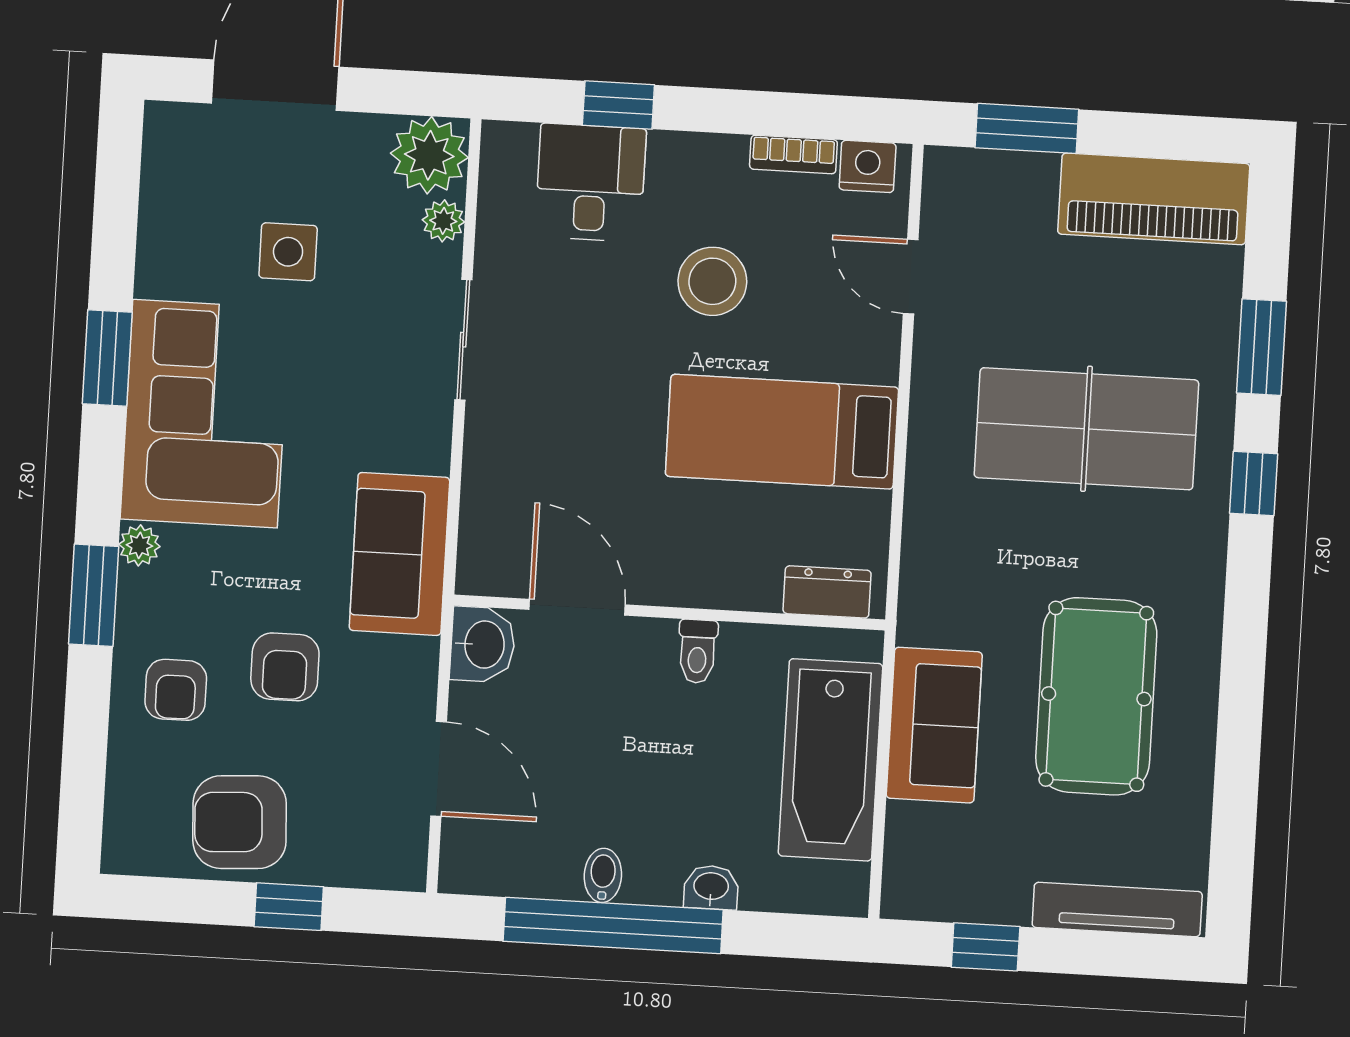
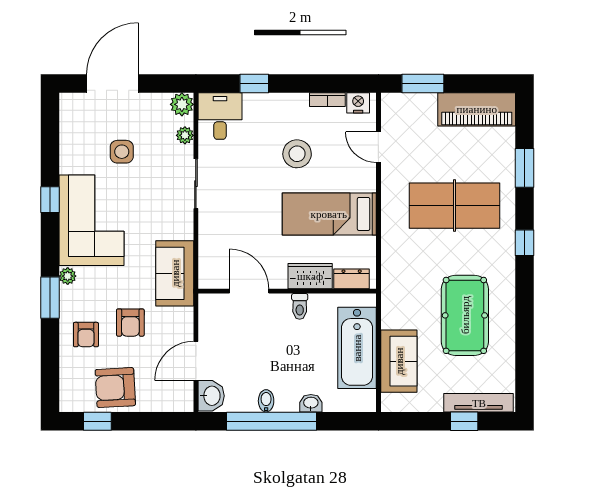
plant: (429, 155) -> (182, 104), width x0.73, depth x0.73
desk: (591, 183) -> (220, 116), moved
window: (107, 358) -> (50, 200), width x0.67
window: (1254, 484) -> (525, 243), moved
wardrobe: (727, 579) -> (310, 276), added
washbasin: (483, 644) -> (211, 396), moved
sofa: (934, 725) -> (399, 361), moved
door: (439, 769) -> (196, 361), swing flipped
window: (289, 907) -> (97, 421), moved
window: (986, 947) -> (464, 421), moved

